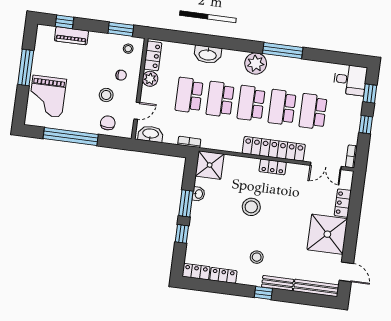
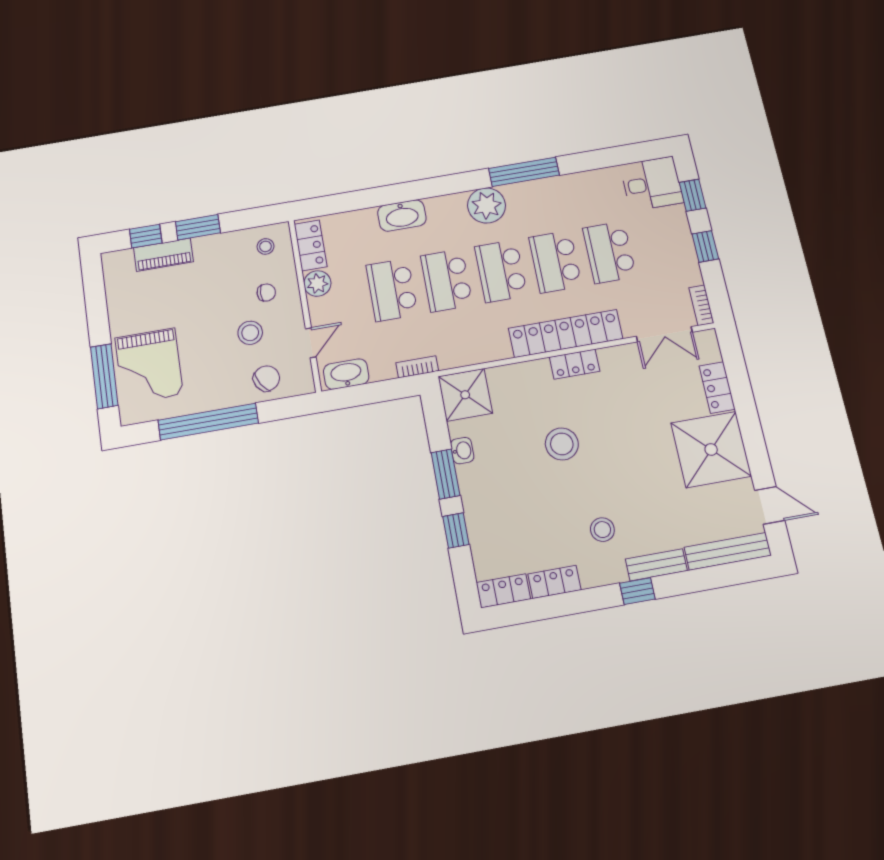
window: (121, 29) -> (198, 227), moved
window: (26, 68) -> (104, 376), moved
chair: (108, 123) -> (267, 378), turned 58

